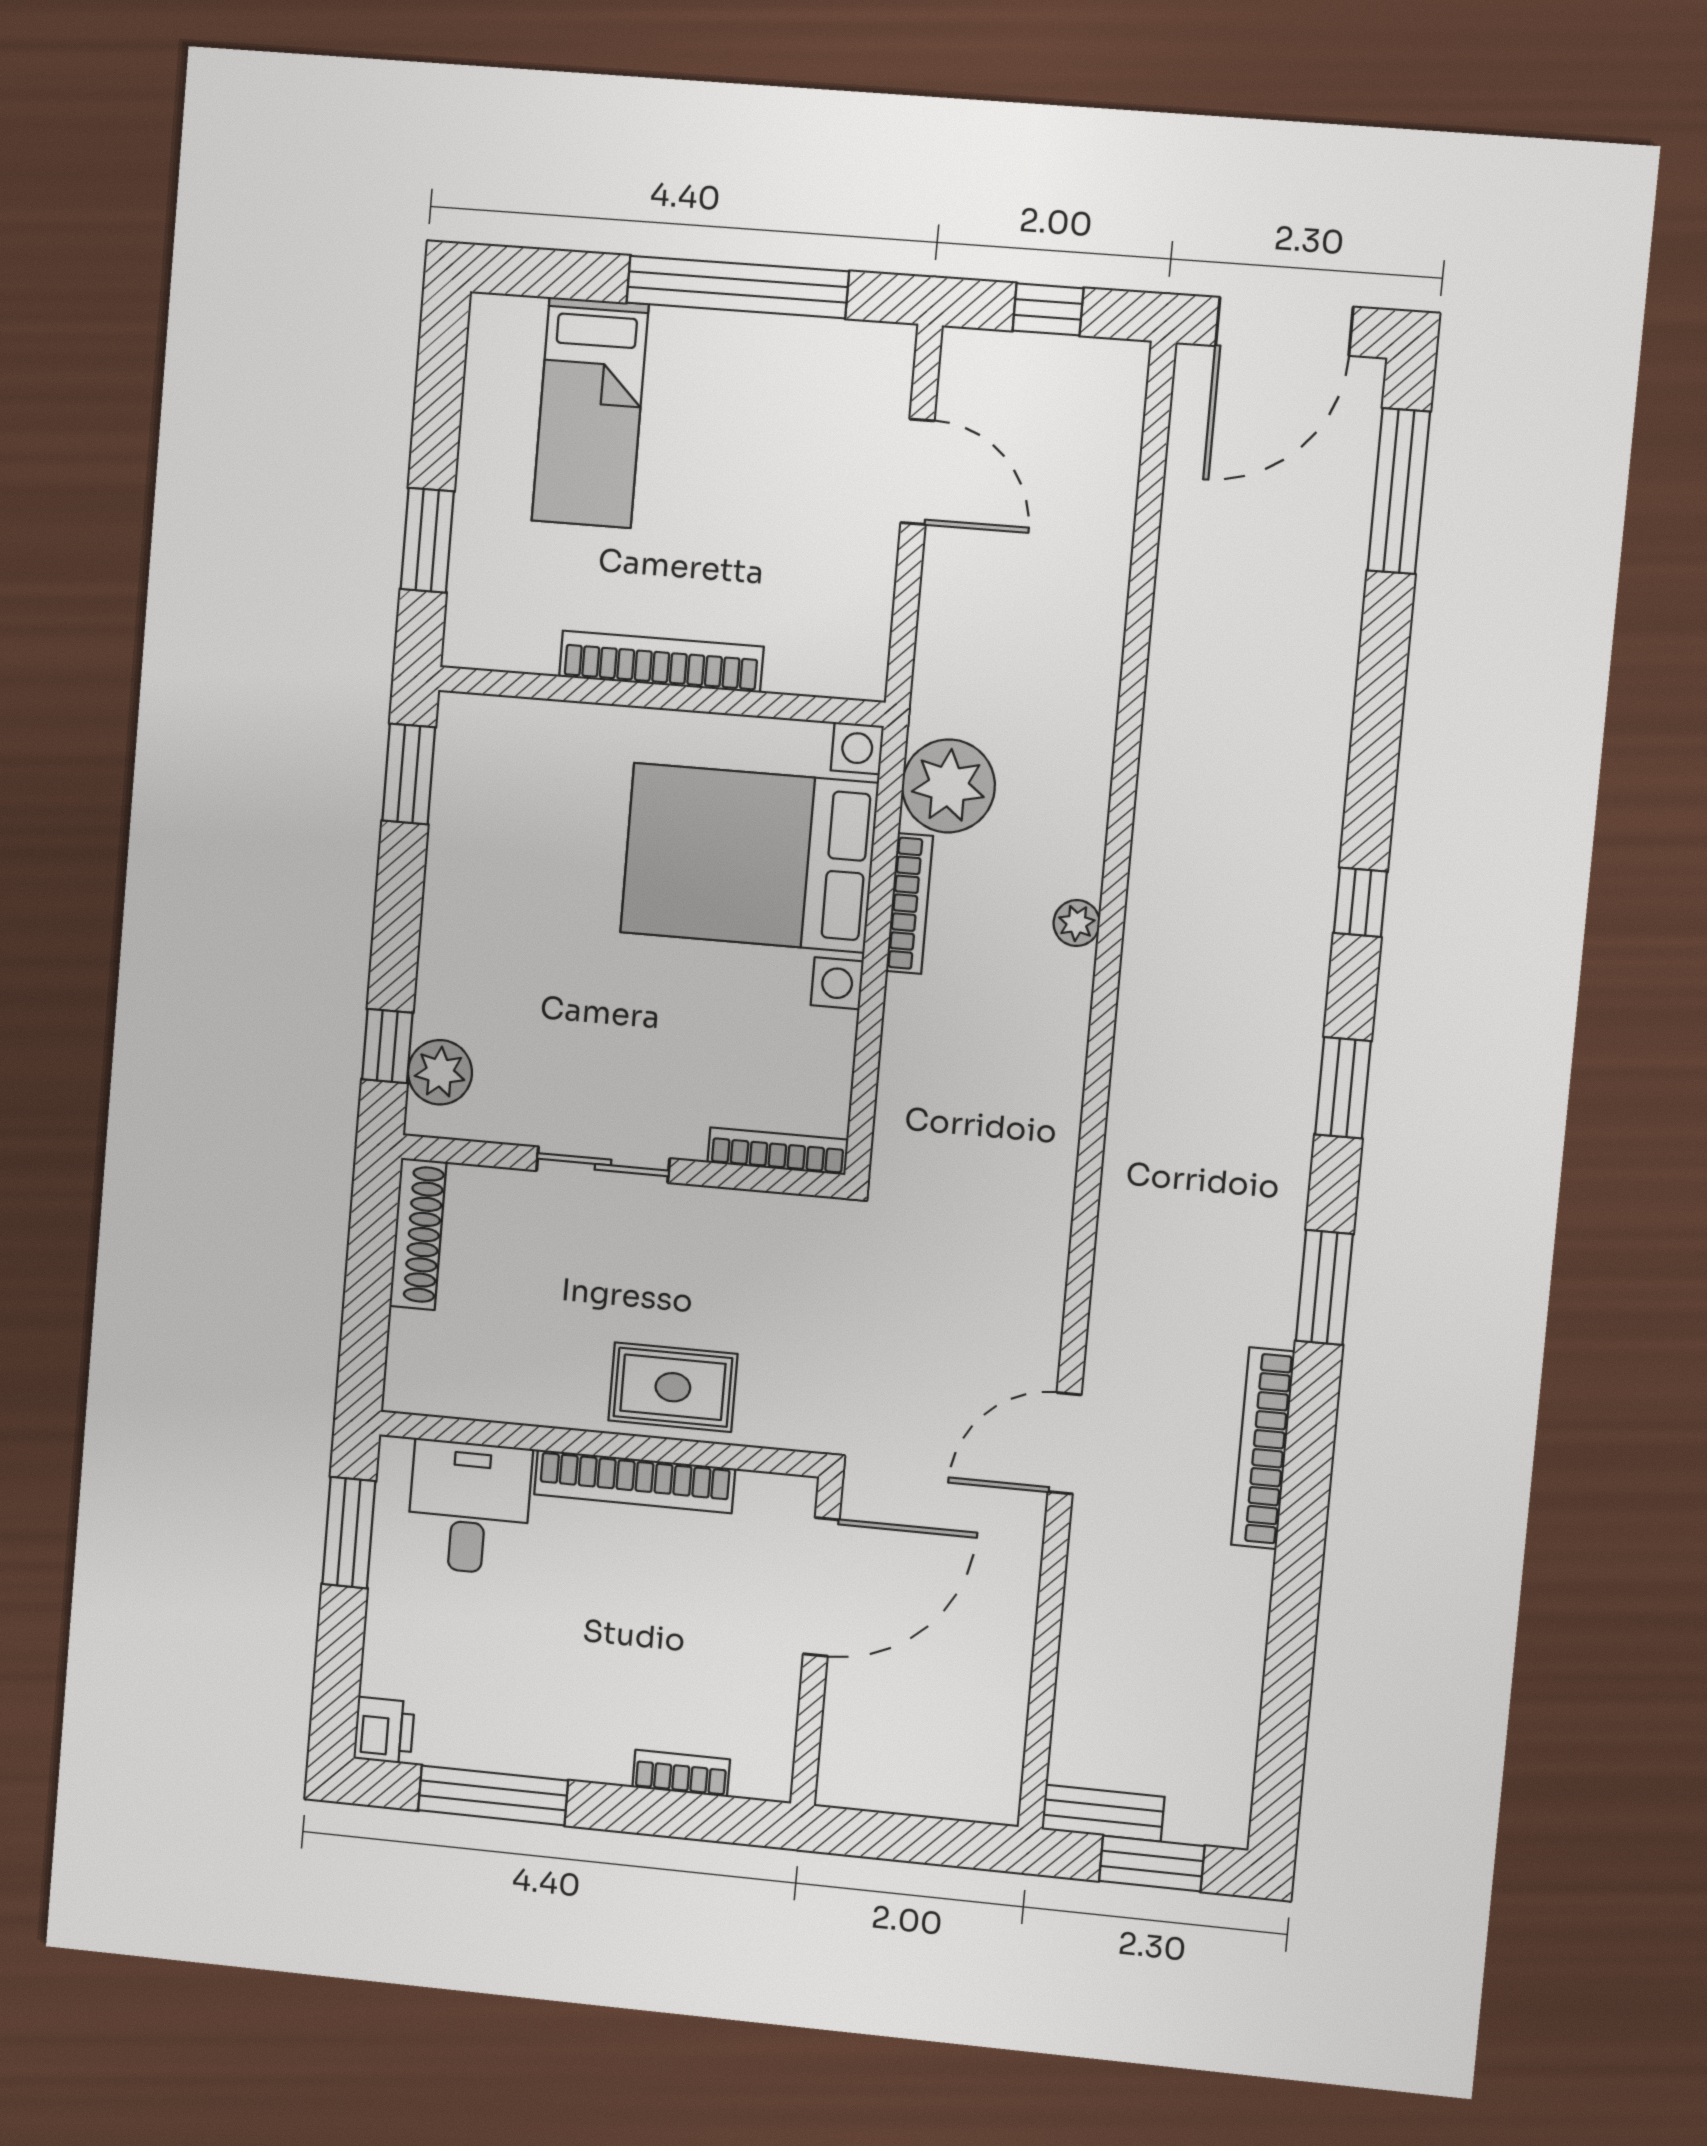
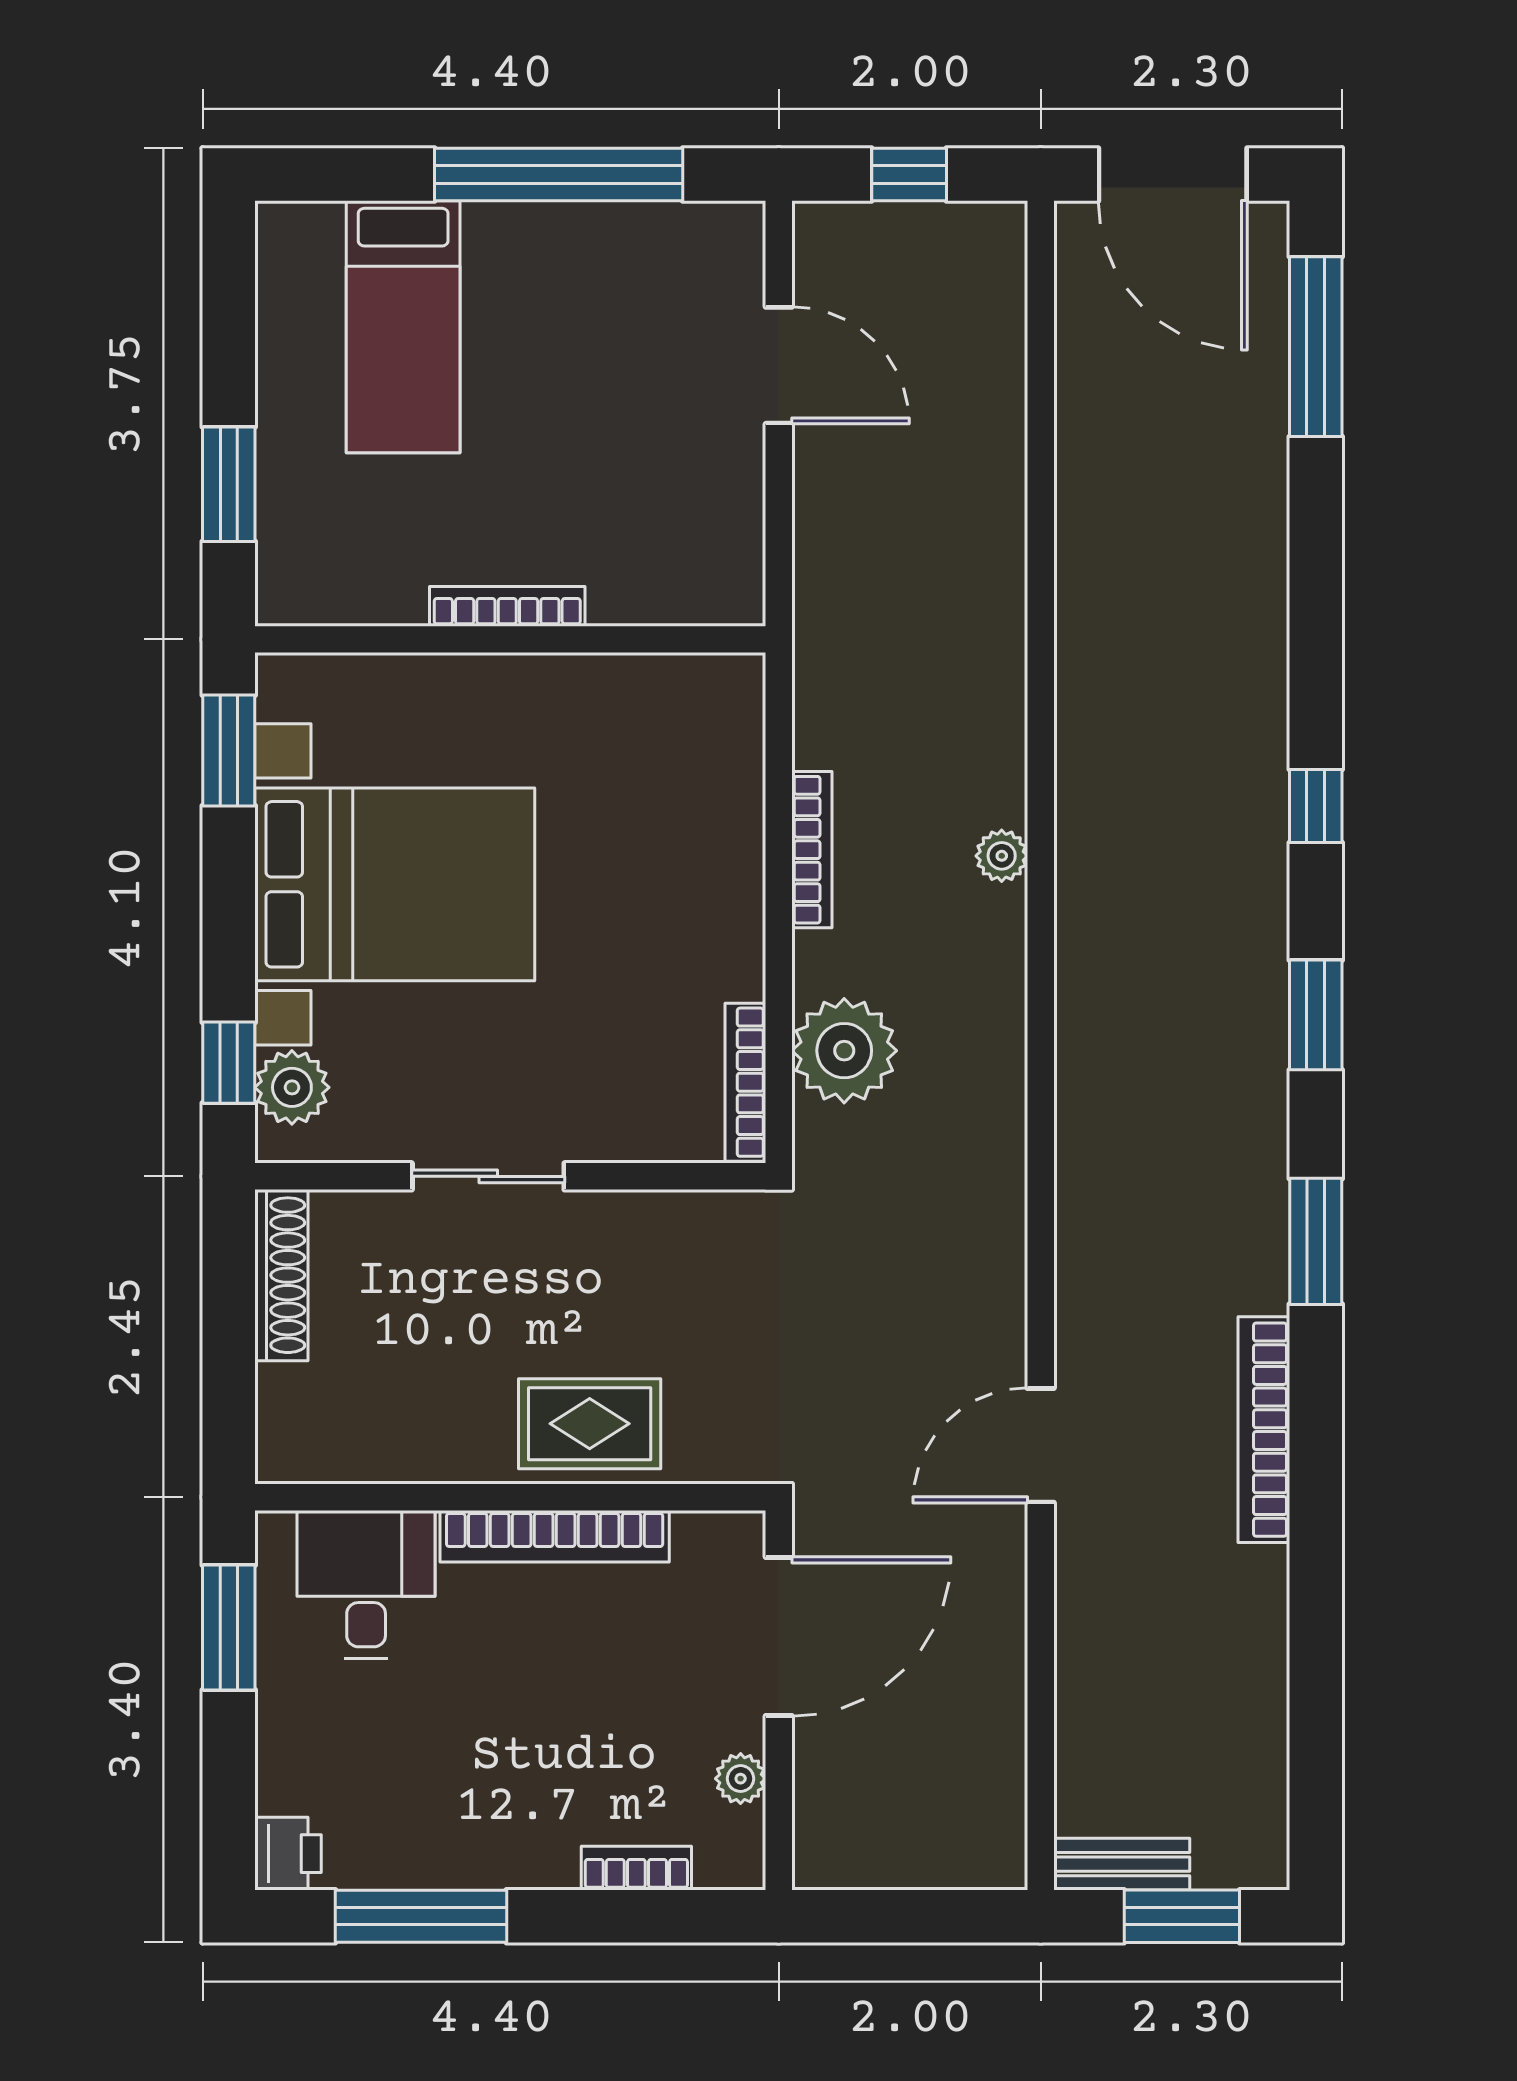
door: (1284, 326) -> (1173, 174), hinge flipped
bookcase: (661, 662) -> (507, 606), width x0.68, depth x0.76
plant: (948, 786) -> (844, 1051), moved
bed with nightstands: (749, 858) -> (395, 884), moved, turned 180
bookcase: (778, 1151) -> (745, 1082), moved, turned -90
plant: (778, 1706) -> (741, 1779), added

